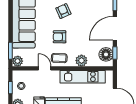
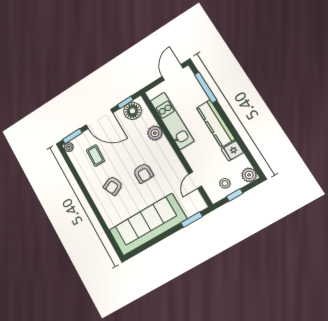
coffee table: (59, 58) -> (95, 156), moved
plant: (18, 61) -> (199, 204), removed
door: (45, 68) -> (195, 180), moved

